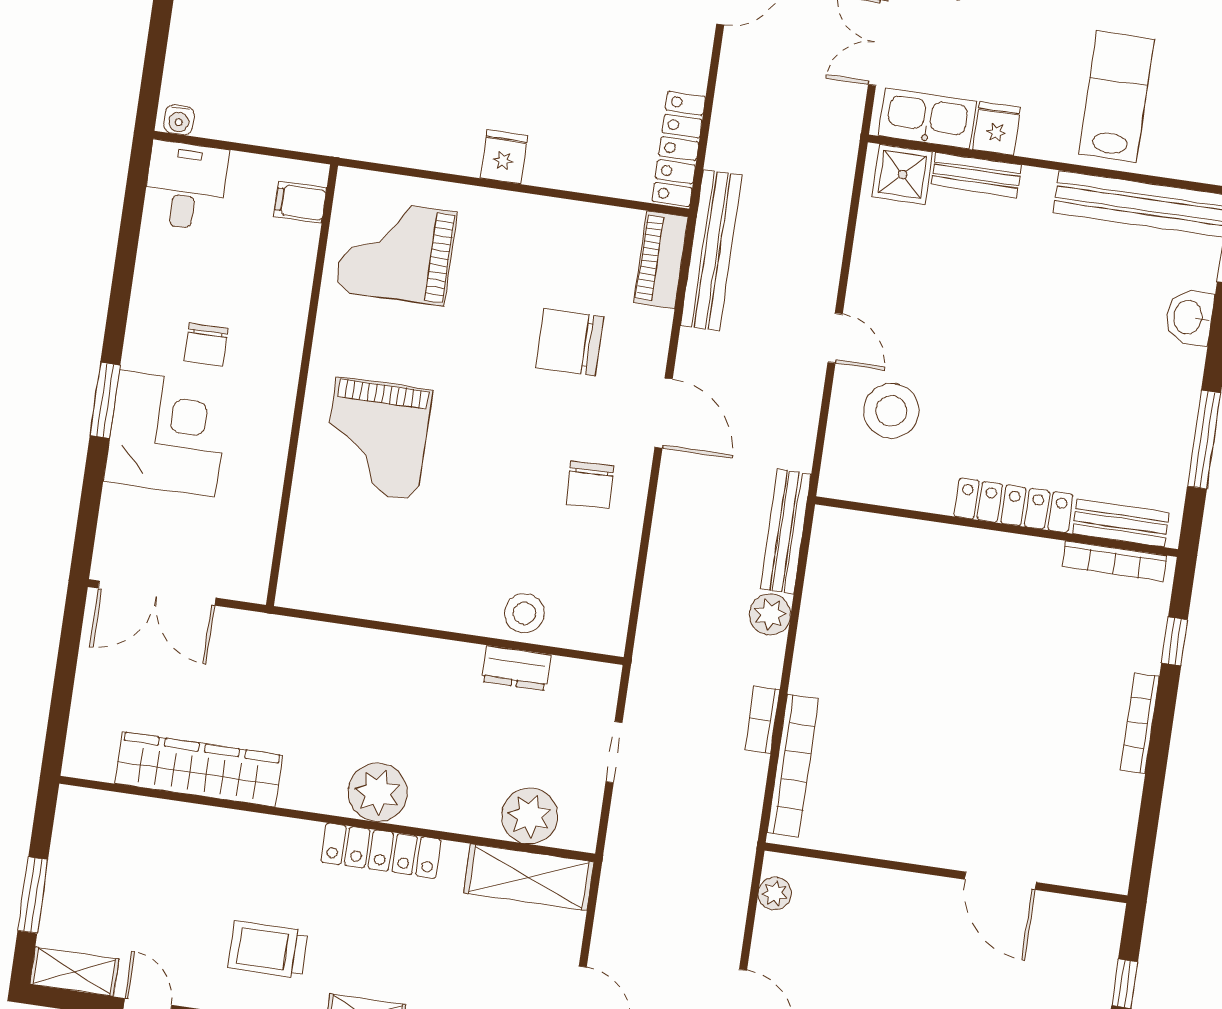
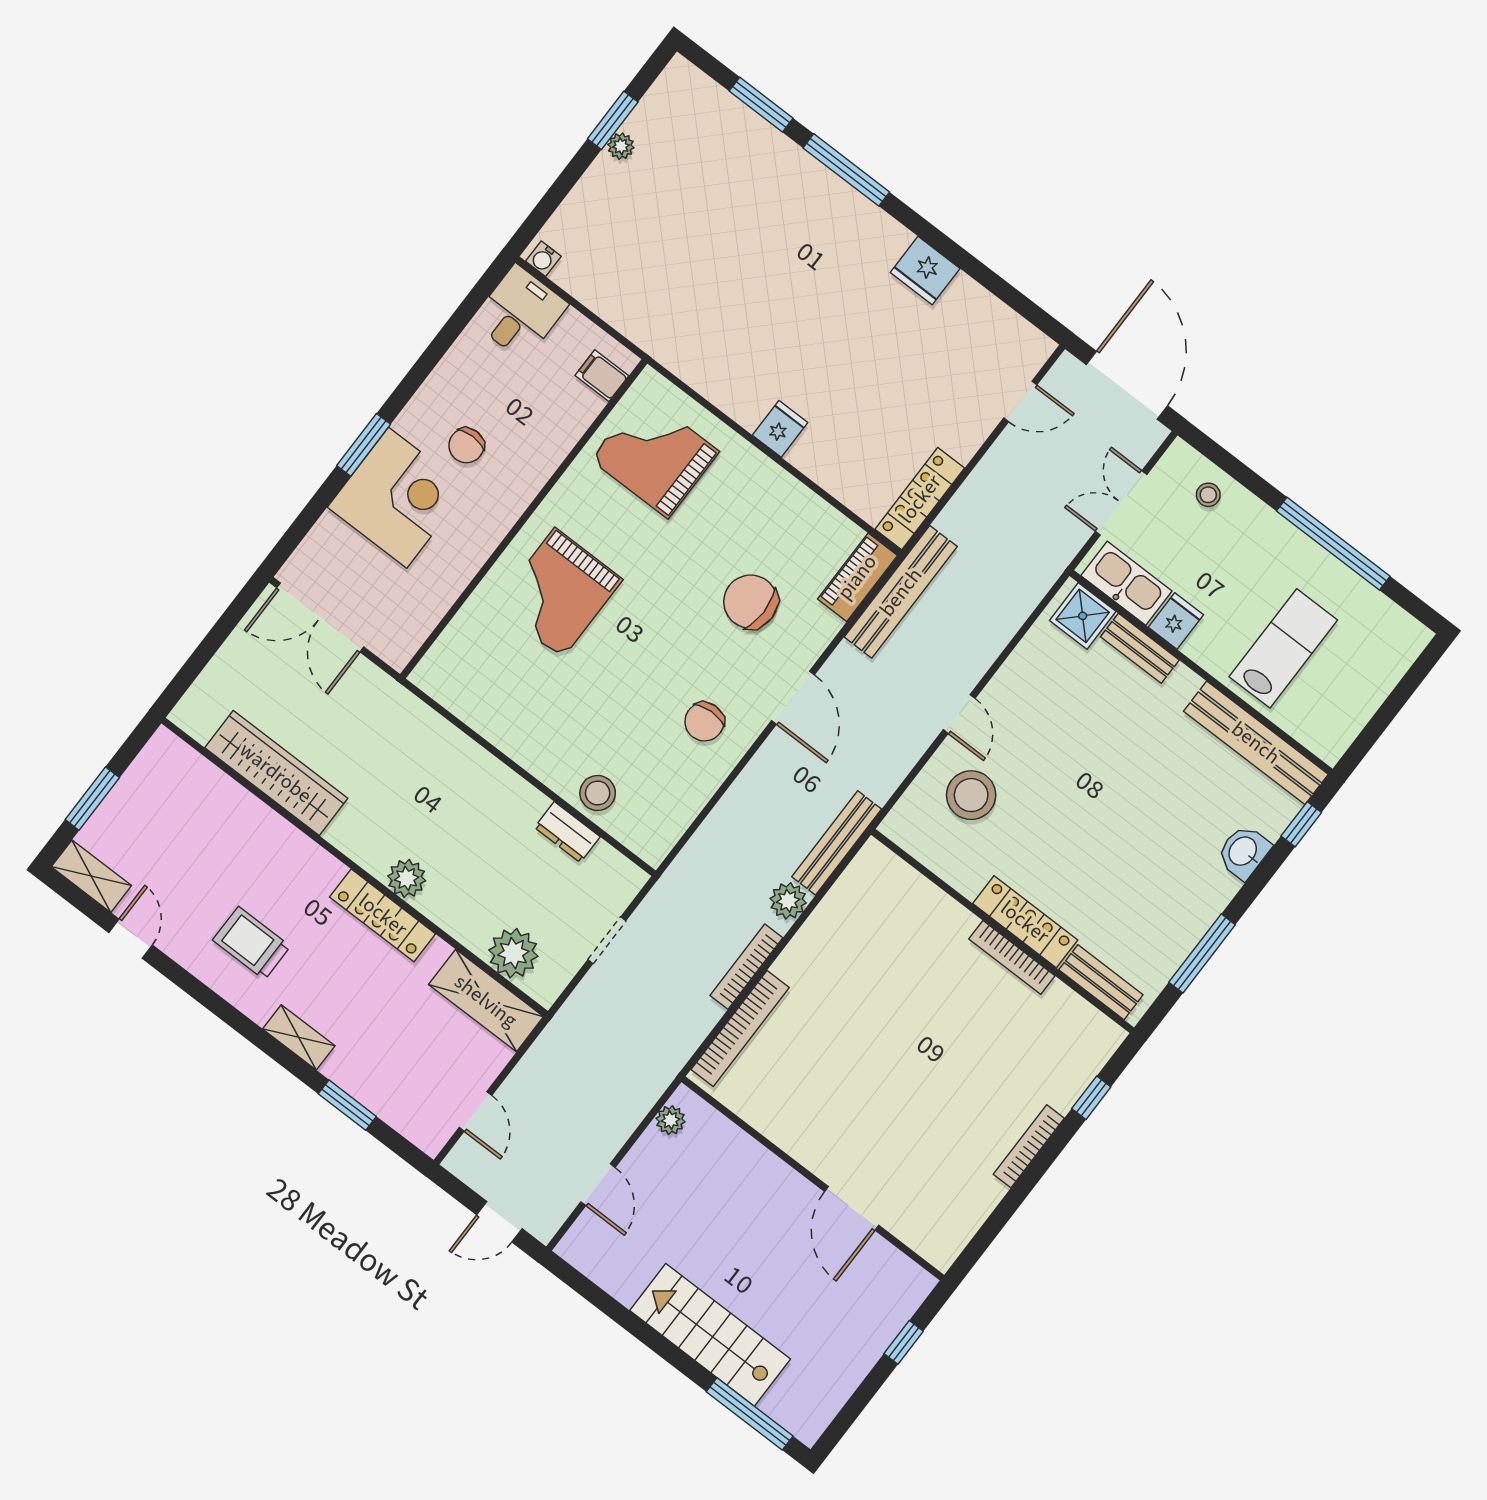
bookcase: (1114, 561) -> (1012, 957), moved
bookcase: (762, 720) -> (746, 967), width x1.56
plant: (378, 792) -> (407, 878), width x0.73, depth x0.73

